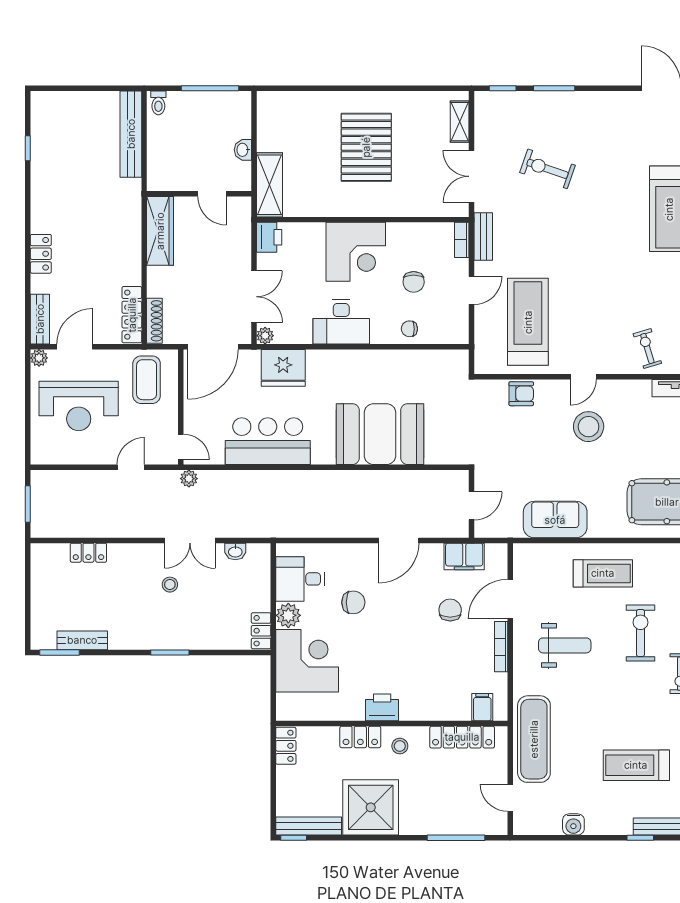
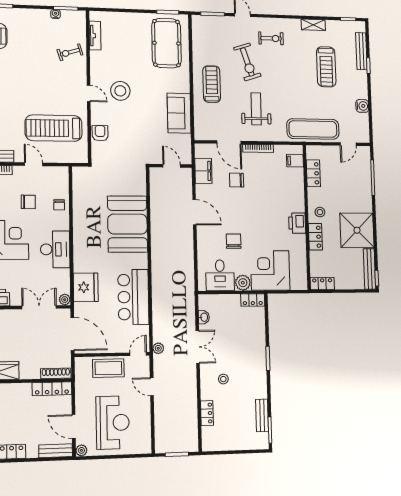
coffee table: (147, 380) -> (108, 368), moved
stool: (170, 585) -> (223, 379), moved
exercise bike: (640, 633) -> (247, 62), turned -108
locker: (462, 737) -> (313, 173), width x0.66

